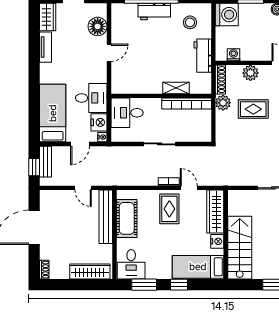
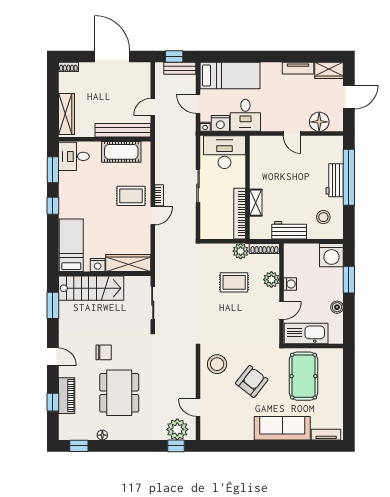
washing machine: (233, 55) -> (290, 284), moved
rug: (253, 109) -> (234, 282), turned 90
desk: (127, 113) -> (224, 152), width x1.37
wardrobe: (215, 212) -> (128, 263), moved
wall: (226, 235) -> (105, 274), moved
nightstand: (217, 241) -> (98, 265), moved
stairs: (240, 248) -> (91, 288), moved
bed: (198, 267) -> (71, 245), moved

